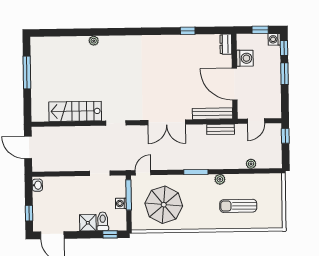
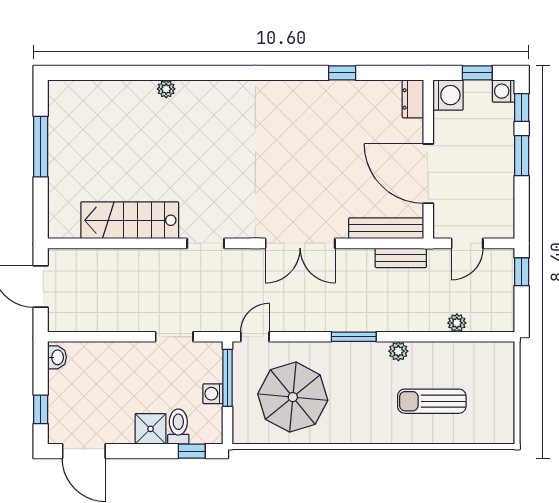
washing machine: (245, 58) -> (448, 95), moved

